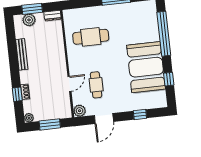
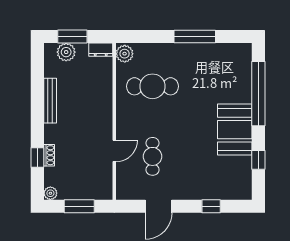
booth: (146, 67) -> (235, 130), width x0.73, depth x0.70
plant: (80, 111) -> (125, 54), moved

